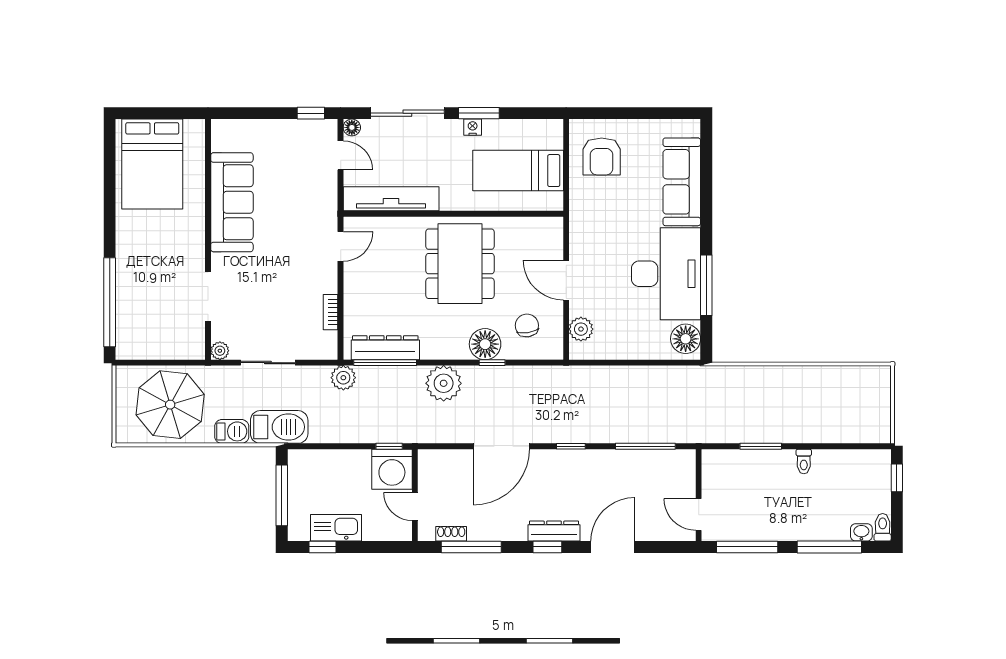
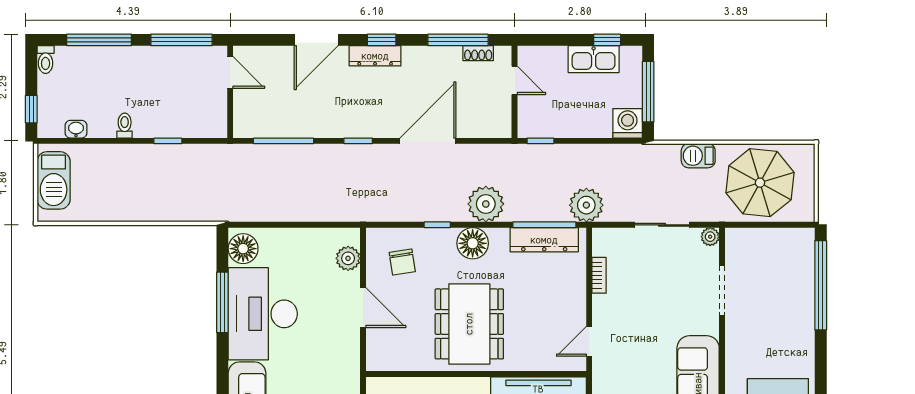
floor lamp: (485, 344) -> (473, 243), moved
plant: (343, 378) -> (586, 205), width x1.36, depth x1.36
barbecue: (279, 427) -> (54, 180), moved, turned -90
window: (761, 446) -> (168, 141), width x0.67
washing machine: (392, 469) -> (628, 123), moved, width x0.73, depth x0.73
washbasin: (861, 532) -> (76, 129), moved, turned 180

